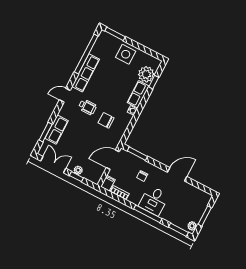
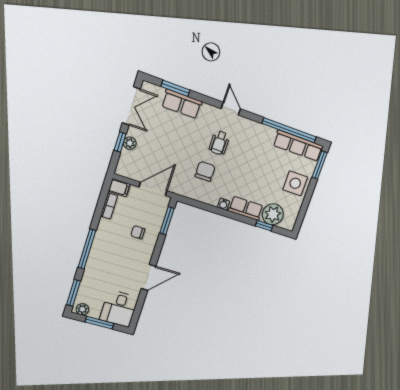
row of seats: (86, 73) -> (298, 146), moved
door: (113, 160) -> (153, 189), hinge flipped
door: (177, 174) -> (148, 277), hinge flipped
desk: (154, 201) -> (119, 309), moved, turned -90

